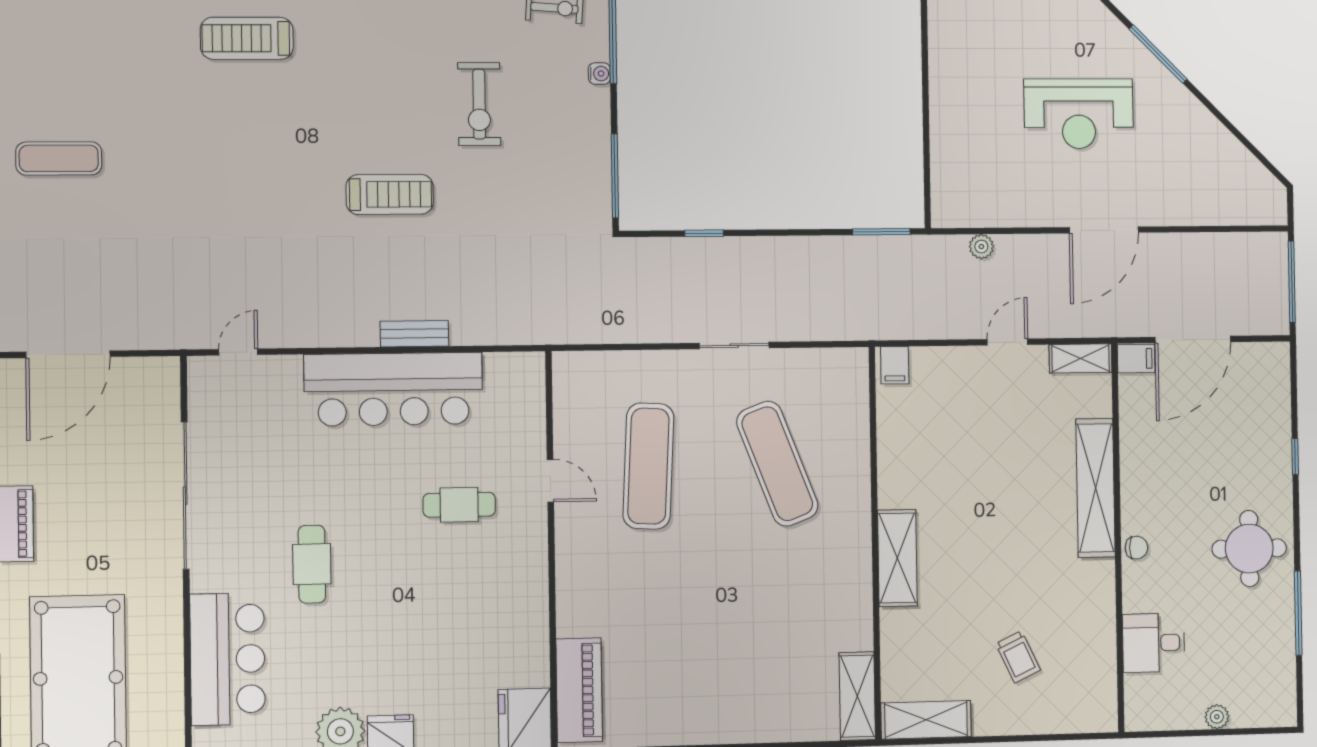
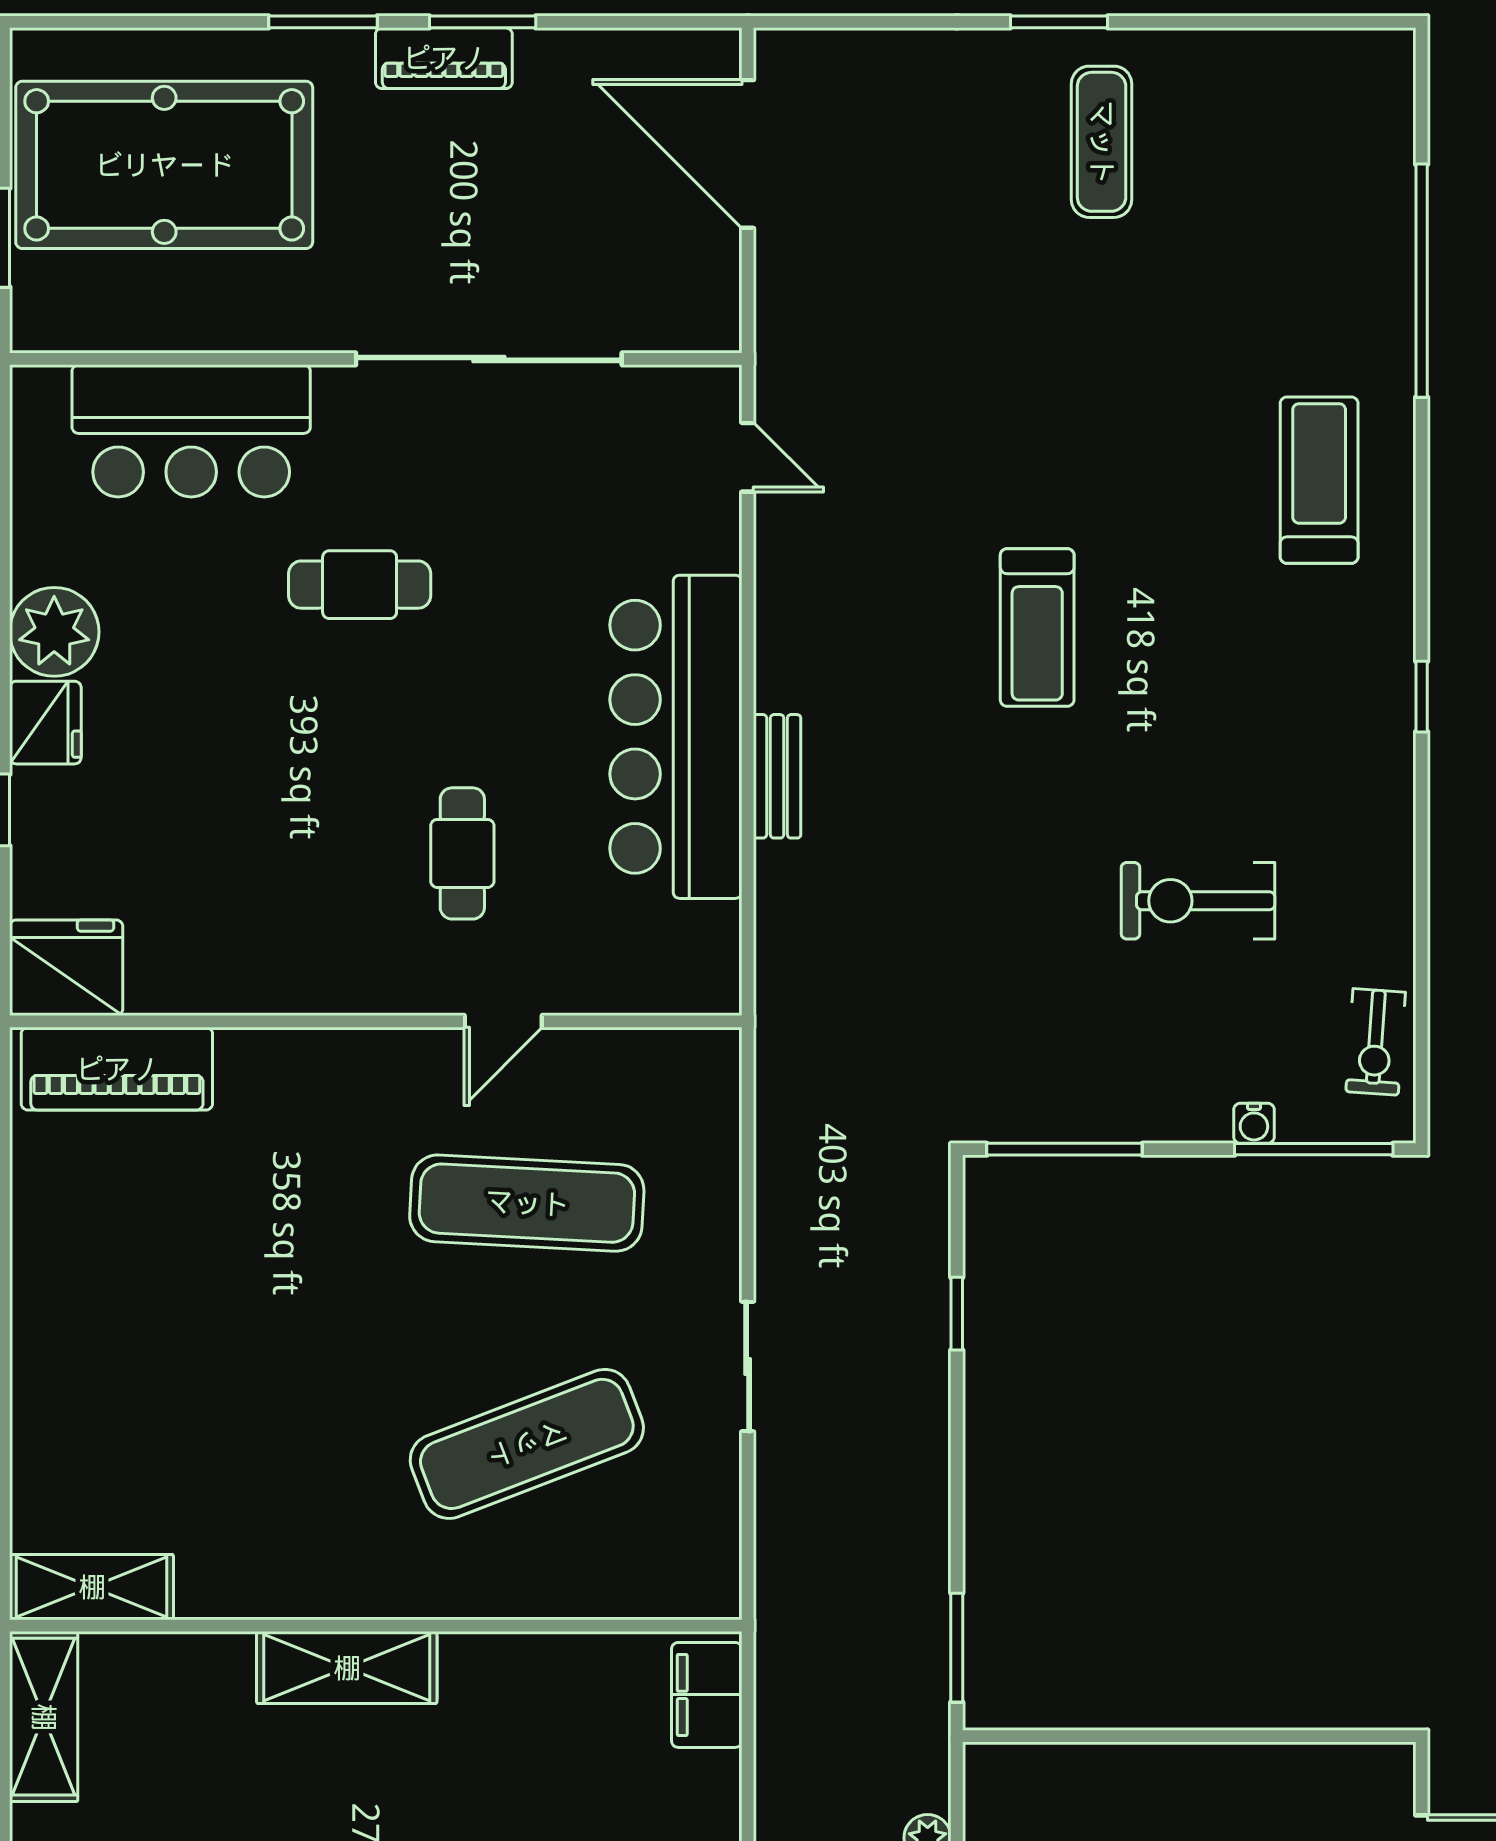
treadmill: (390, 194) -> (1037, 627), moved
filing cabinet: (895, 365) -> (707, 1695), width x2.00

